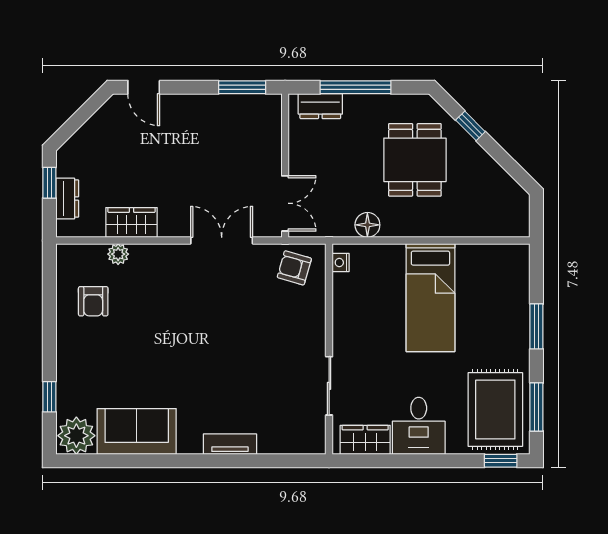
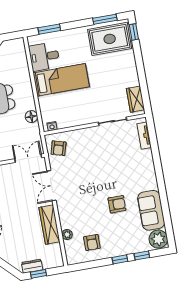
dresser: (67, 198) -> (32, 266), moved
wardrobe: (132, 222) -> (49, 225), width x1.50
armchair: (93, 301) -> (92, 243), turned 90
window: (536, 326) -> (49, 29), moved
window: (49, 351) -> (120, 259), added
armchair: (161, 365) -> (117, 204), added
desk: (419, 426) -> (44, 57), moved, turned 180
tv unit: (230, 444) -> (144, 136), moved

